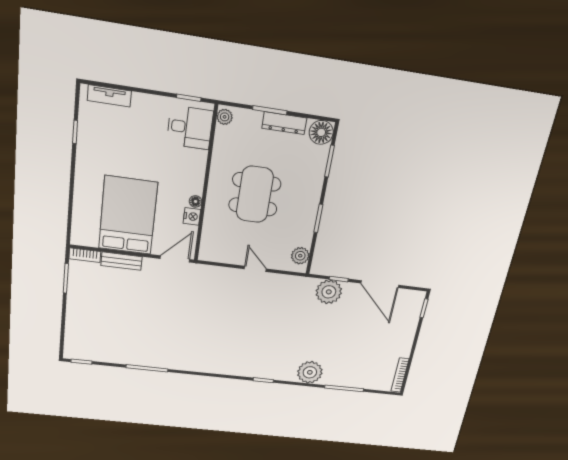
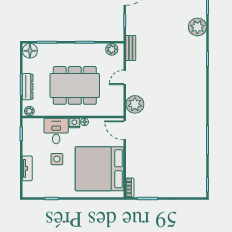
tv unit: (109, 96) -> (27, 168), moved
dresser: (284, 123) -> (28, 87), moved
desk: (190, 128) -> (56, 131), moved
side table: (140, 150) -> (57, 159), added
dining table: (255, 194) -> (75, 85), width x1.36, depth x1.24
bed: (128, 216) -> (100, 169), width x1.36
nightstand: (192, 216) -> (74, 123), moved
bench: (122, 261) -> (131, 48), moved
plant: (329, 292) -> (135, 104), moved

